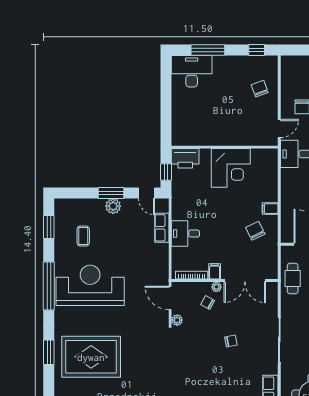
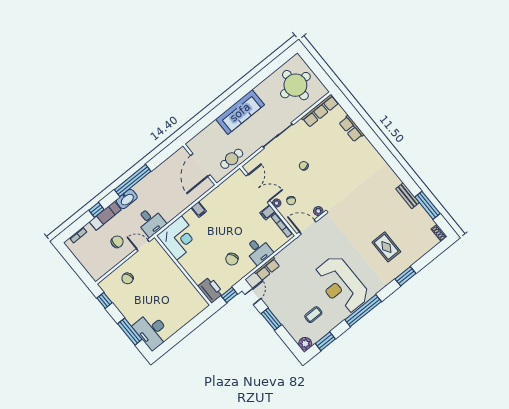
corner desk: (231, 168) -> (179, 238), moved, turned 90
plant: (113, 206) -> (305, 344), moved
chair: (255, 231) -> (232, 259), moved
door: (170, 298) -> (308, 227), swing flipped
rug: (91, 357) -> (386, 247), width x0.54, depth x0.49

